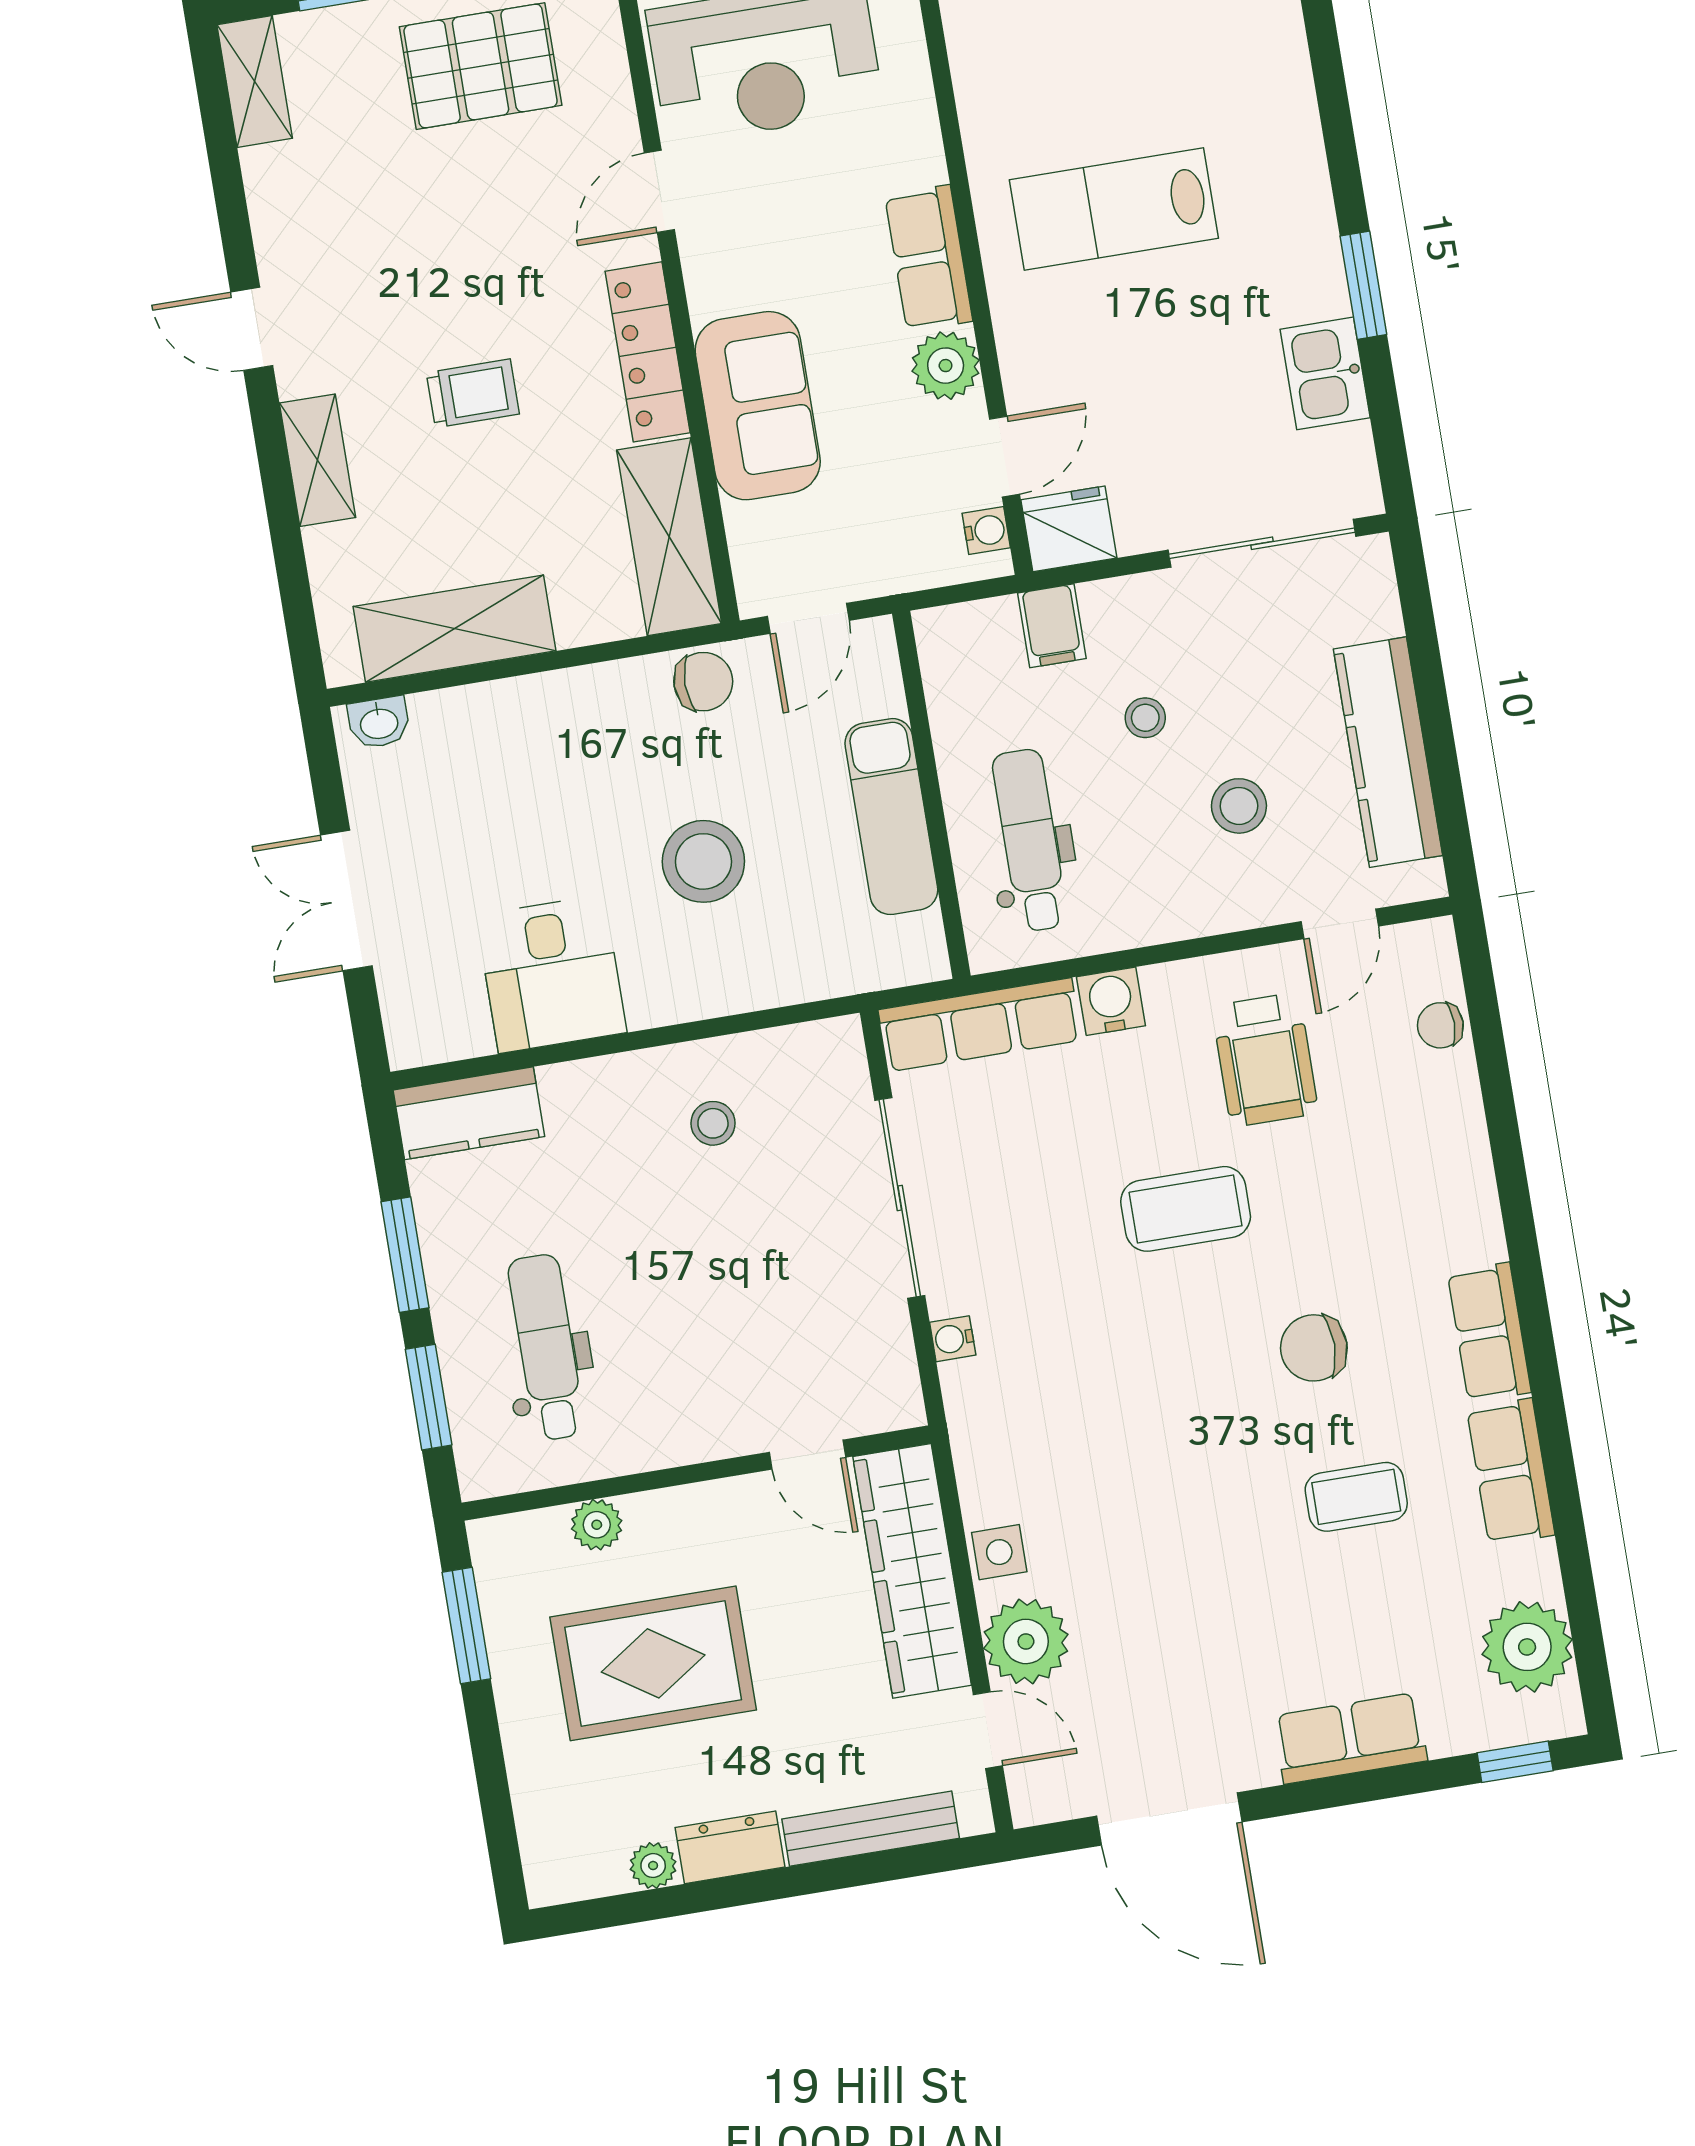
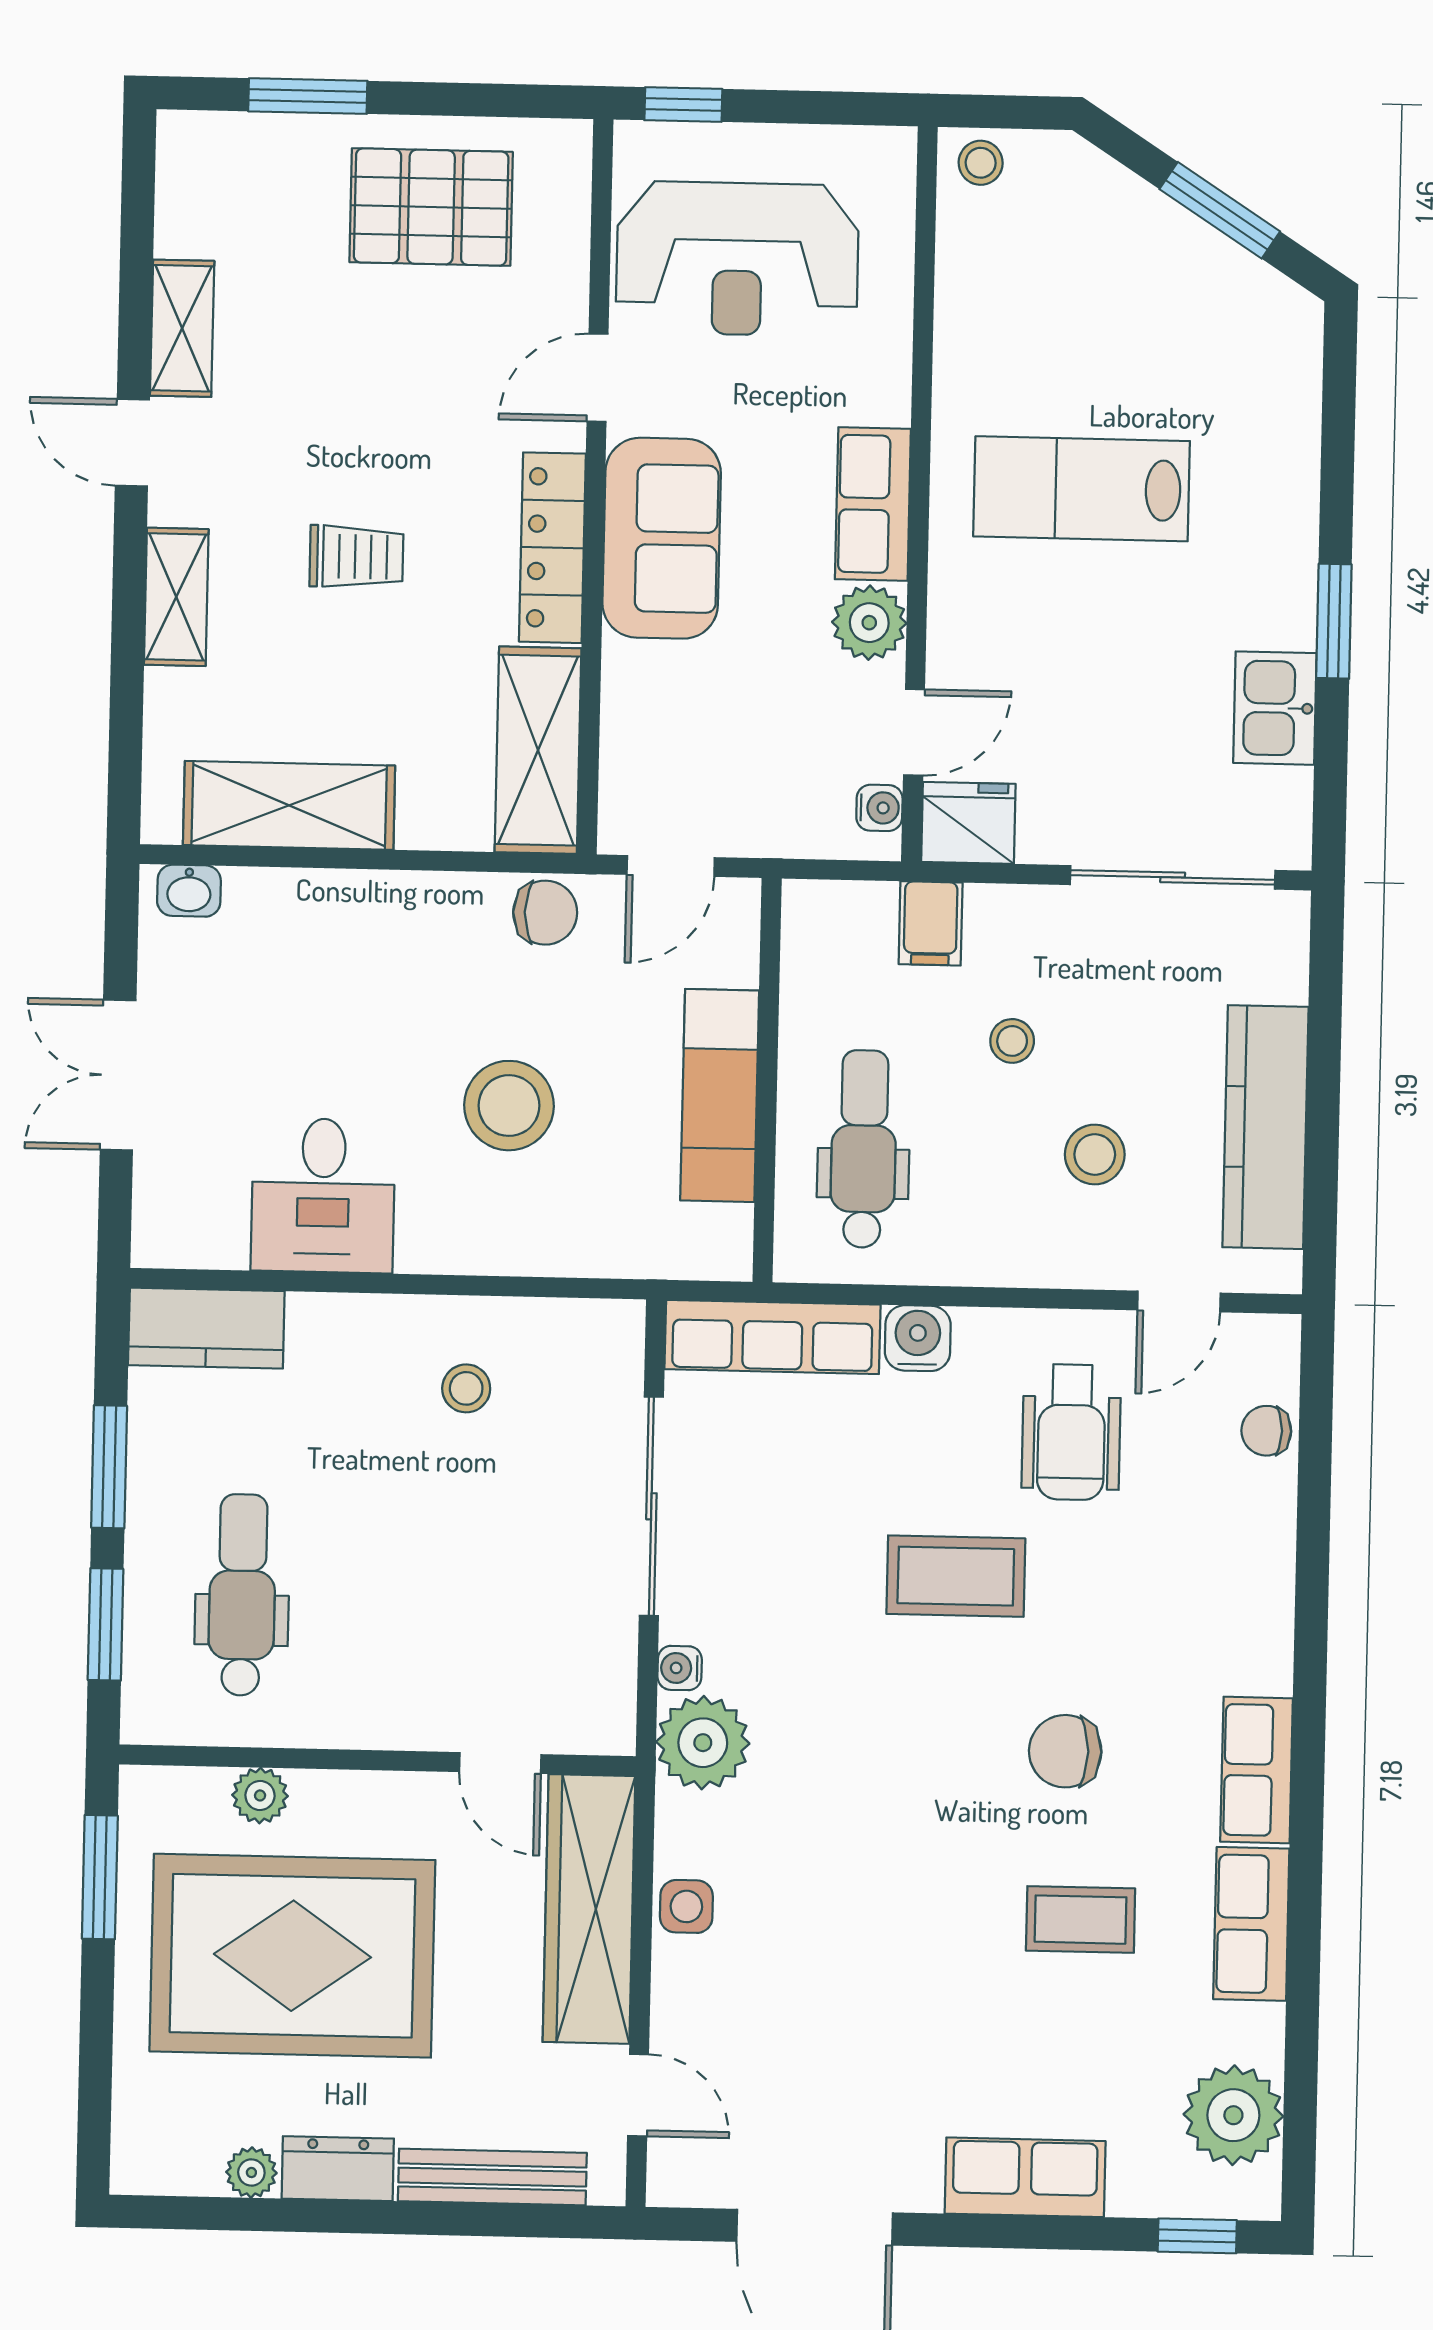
shelving: (255, 82) -> (182, 328), moved
sofa: (758, 406) -> (662, 538), moved
plant: (1026, 1641) -> (703, 1743), moved
rug: (653, 1663) -> (292, 1956), width x1.37, depth x1.44

